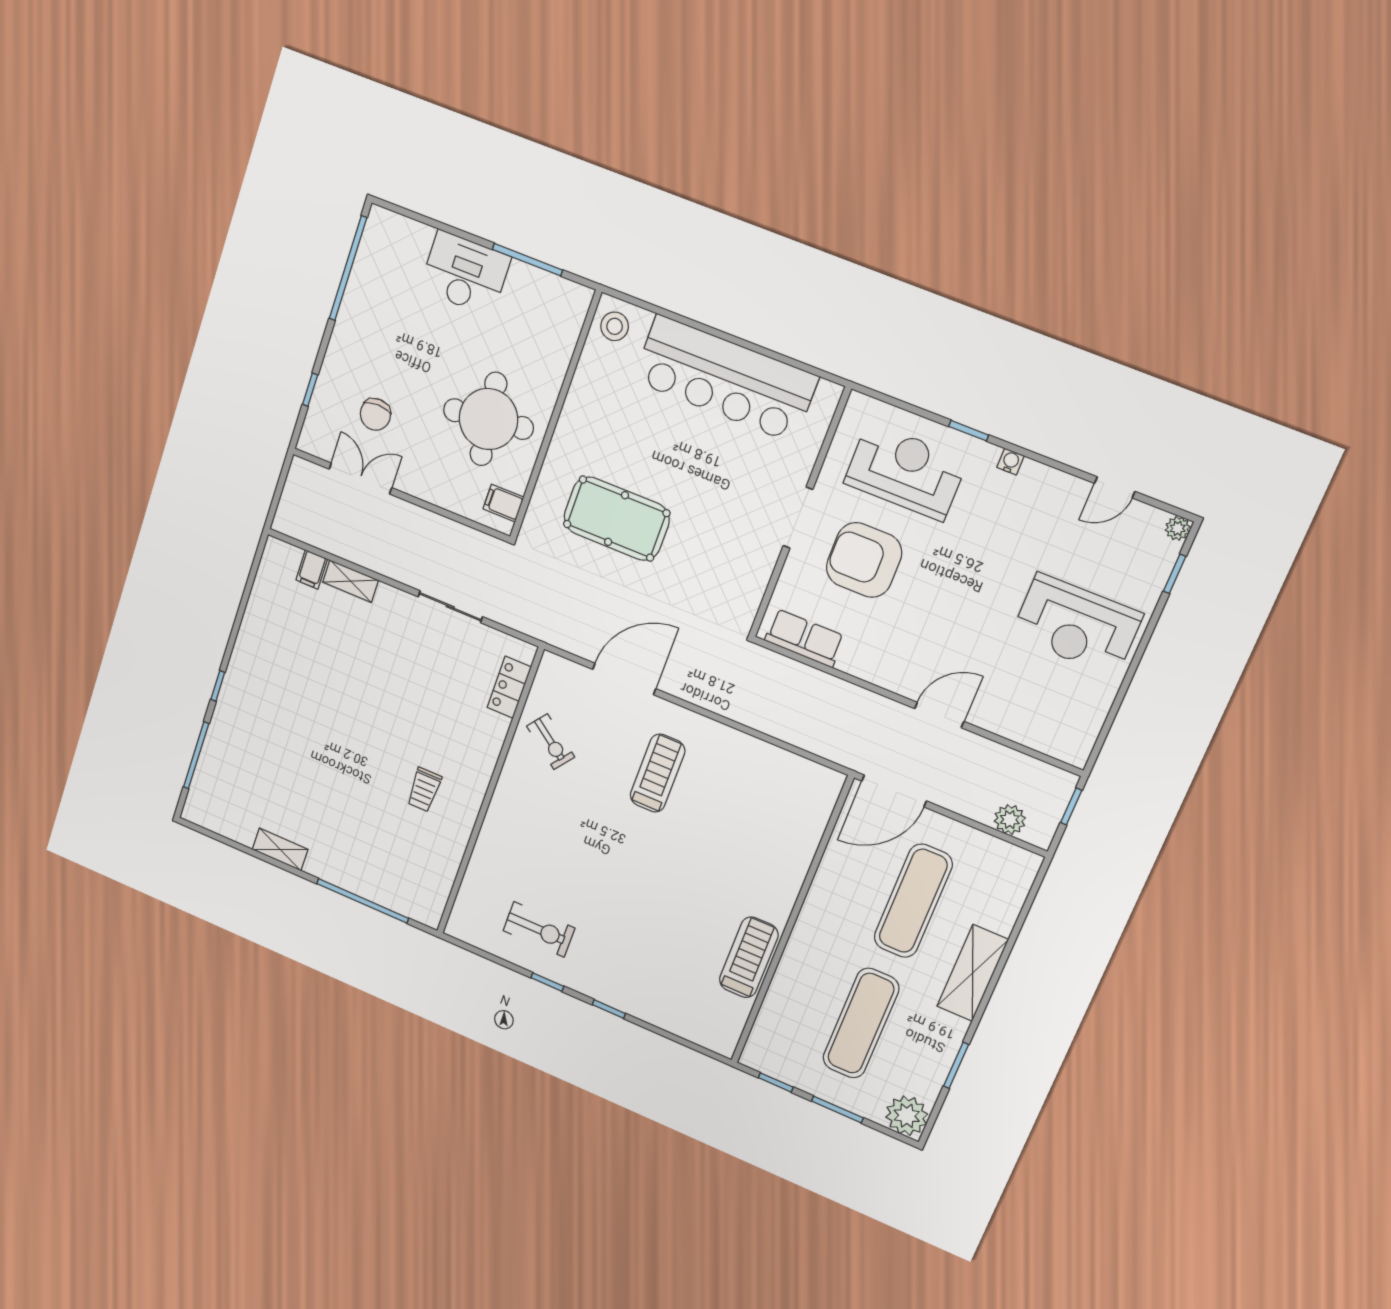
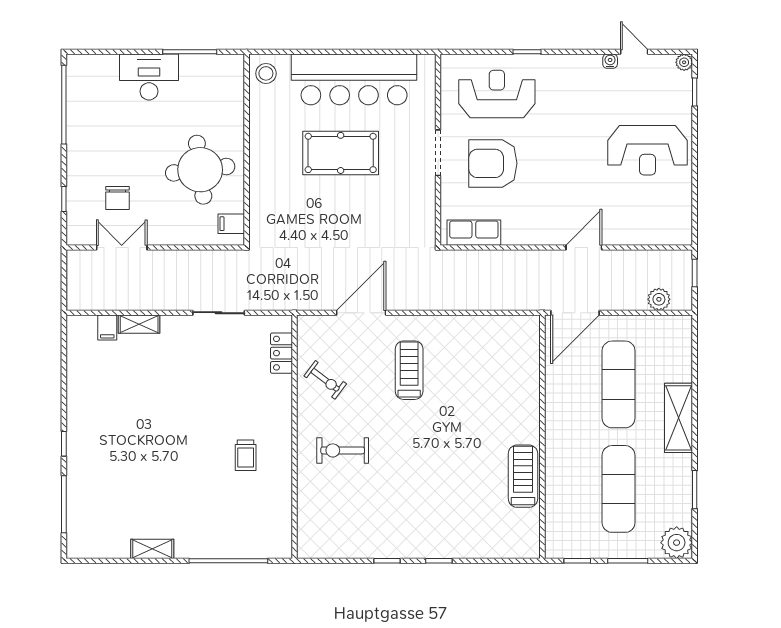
water cooler: (1011, 462) -> (610, 61), moved
door: (1115, 487) -> (634, 52), swing flipped
pool table: (617, 519) -> (341, 153), moved
exercise bike: (539, 929) -> (343, 450), moved, turned 180

